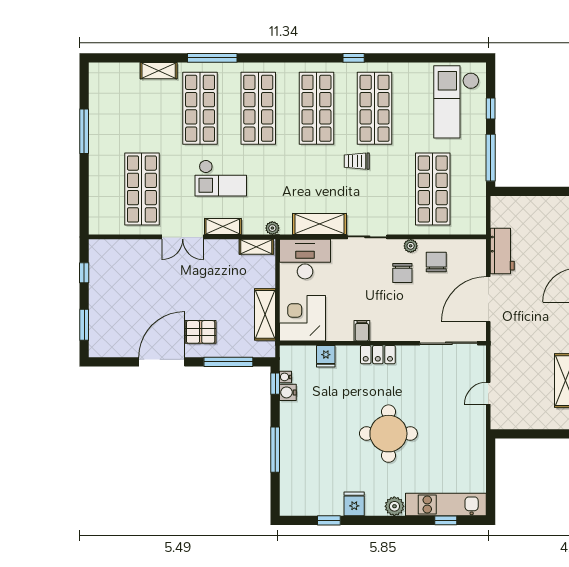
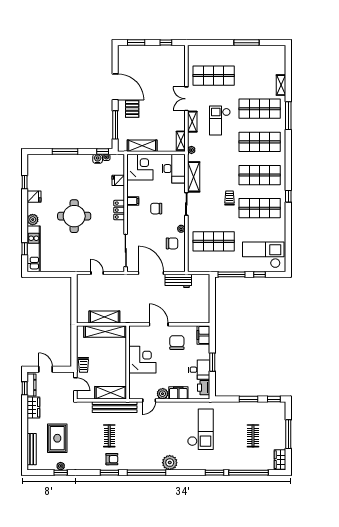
chair: (402, 273) -> (156, 209), moved

